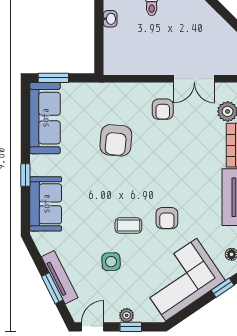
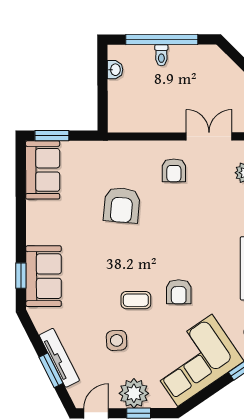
double door: (194, 79) -> (209, 136), swing flipped
sofa: (45, 118) -> (43, 170), width x0.73
window: (25, 175) -> (21, 276), moved
plant: (127, 315) -> (134, 393), width x1.88, depth x1.88

